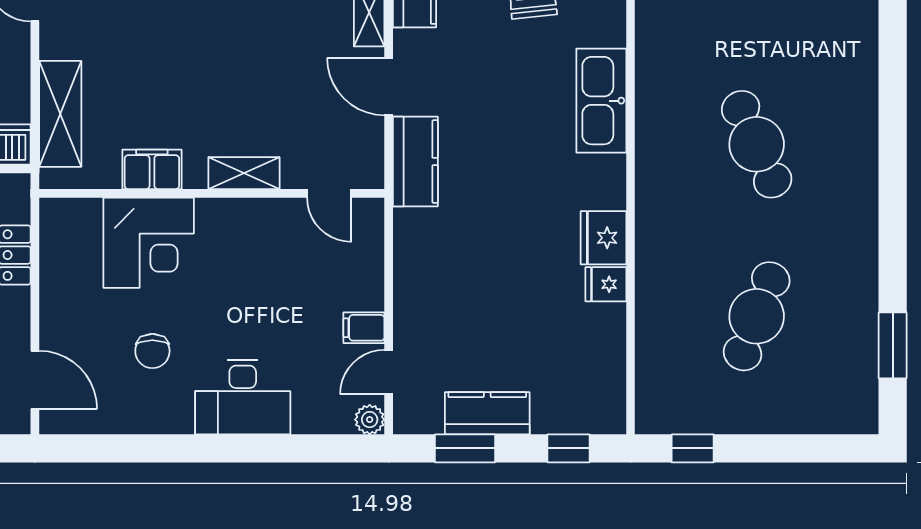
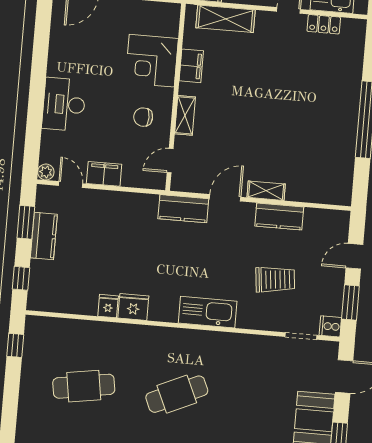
cafe table: (757, 316) -> (84, 386), turned -30
filing cabinet: (364, 328) -> (104, 174), width x2.00
chair: (152, 351) -> (143, 117), moved

